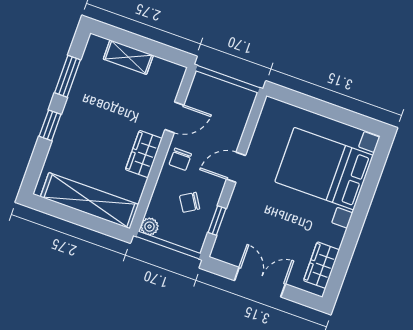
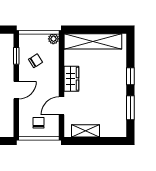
shelving: (128, 57) -> (86, 131), moved
chair: (180, 159) -> (39, 123), moved

